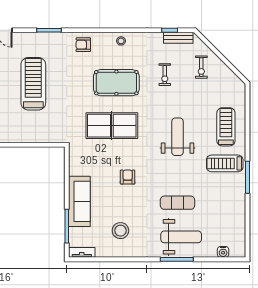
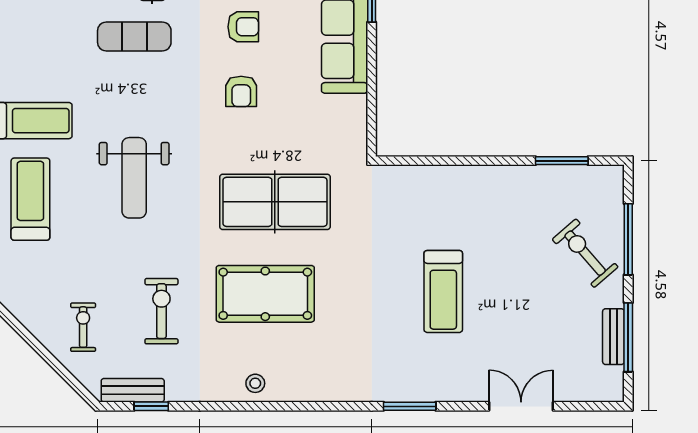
armchair: (83, 45) -> (243, 27), moved
exercise bike: (165, 75) -> (161, 311), width x1.38, depth x1.39
treadmill: (33, 84) -> (443, 291), width x0.73, depth x0.73
treadmill: (226, 127) -> (30, 199), turned 180

